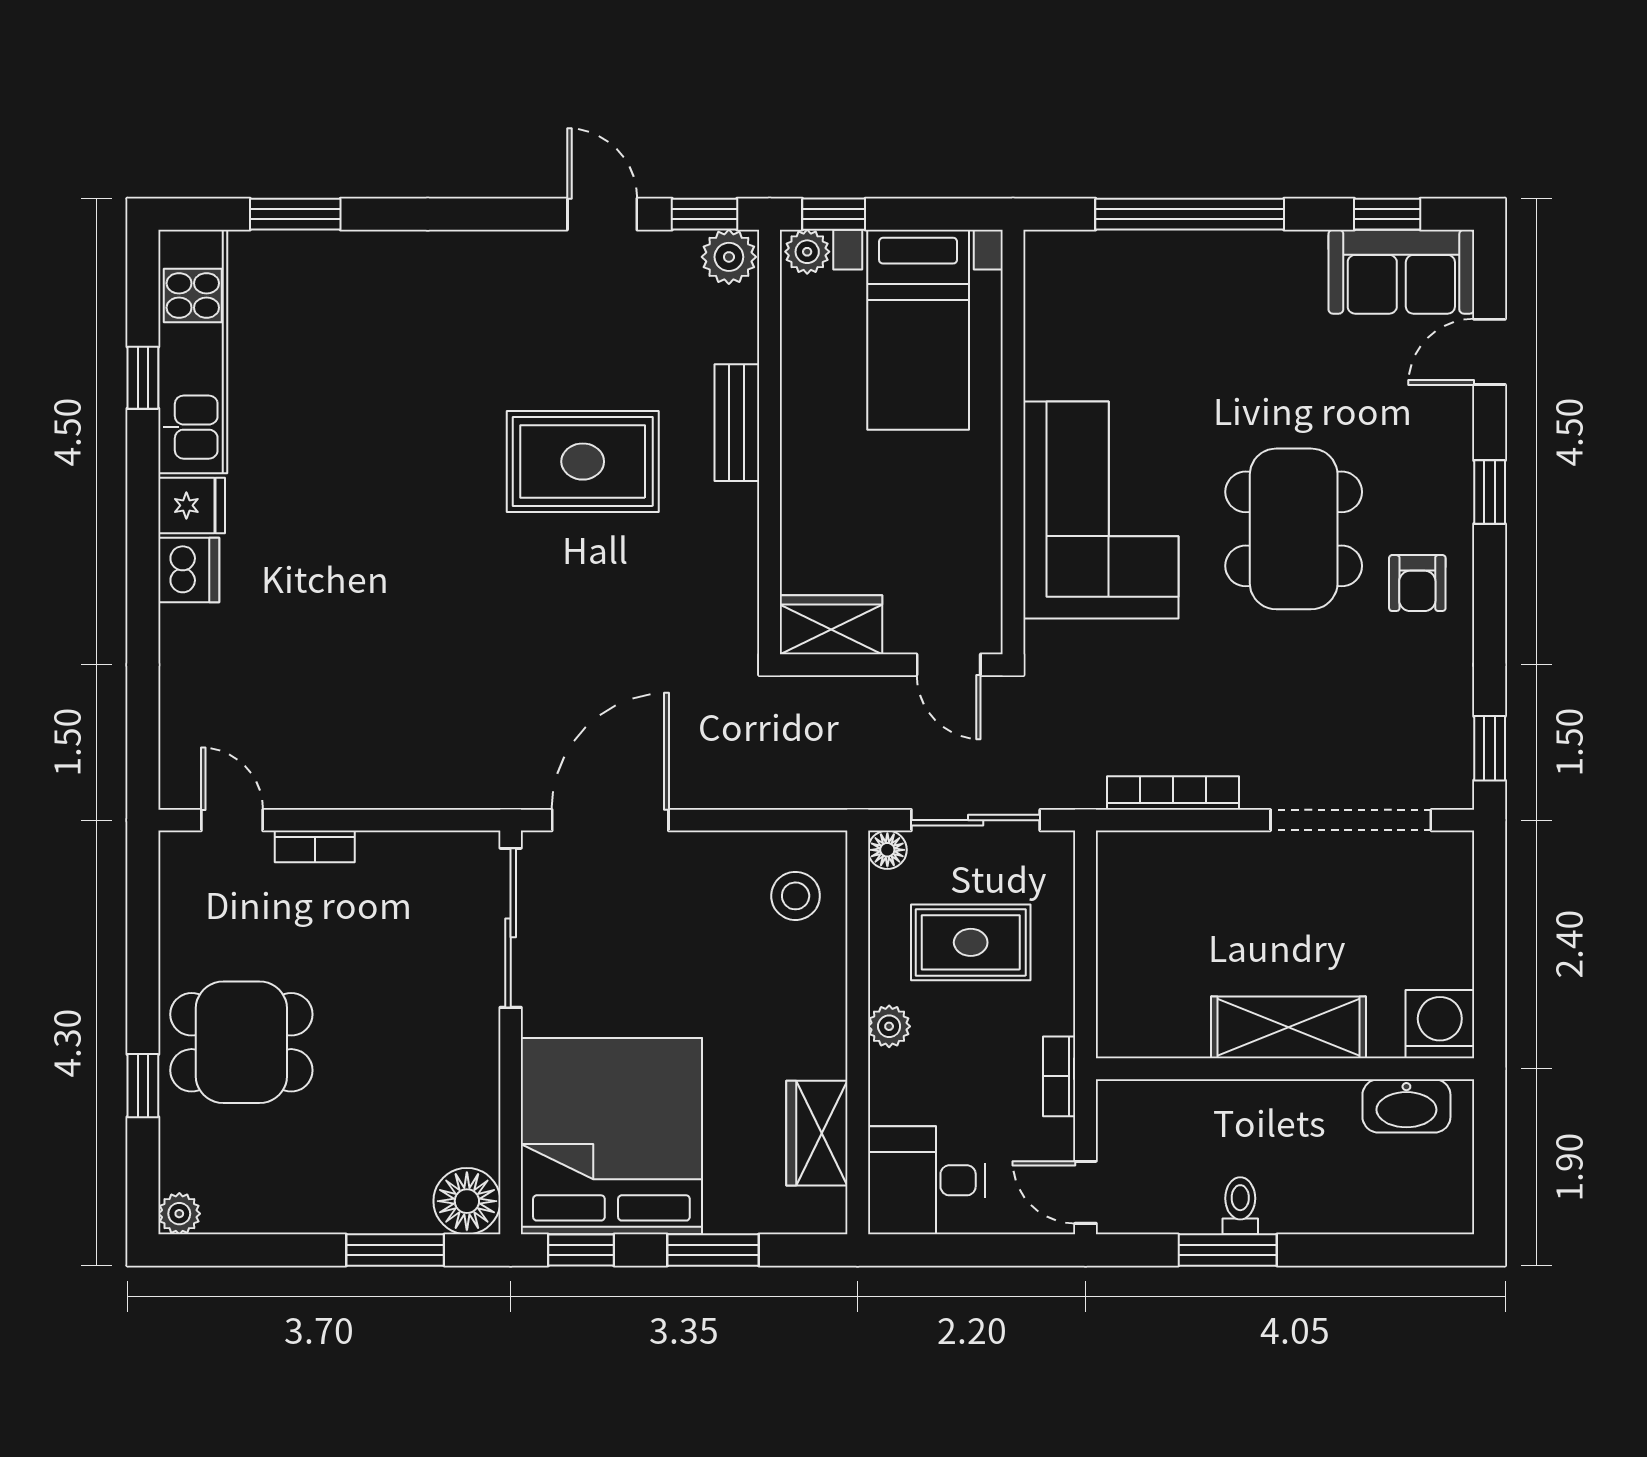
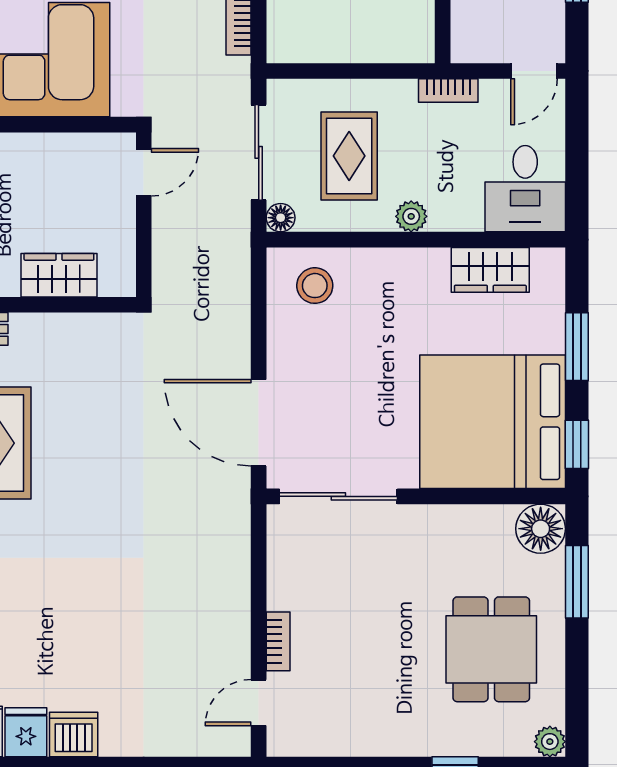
wardrobe: (831, 625) -> (59, 275), moved, turned 90
dining table: (241, 1042) -> (491, 649), moved

